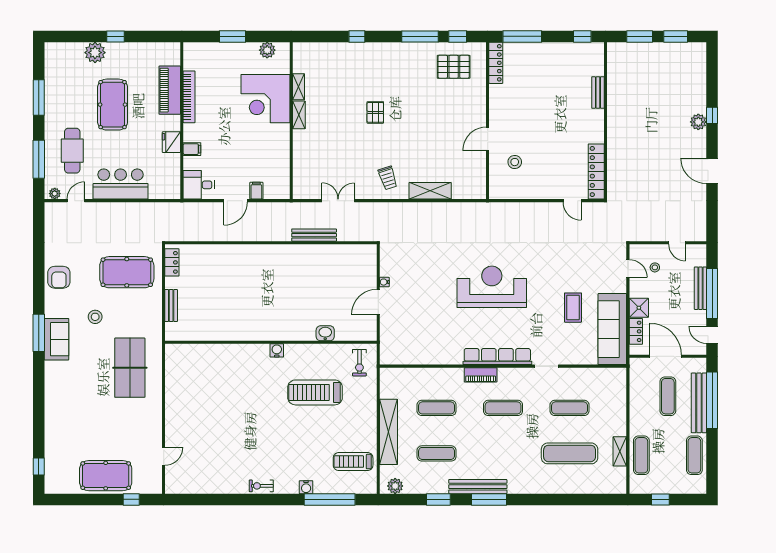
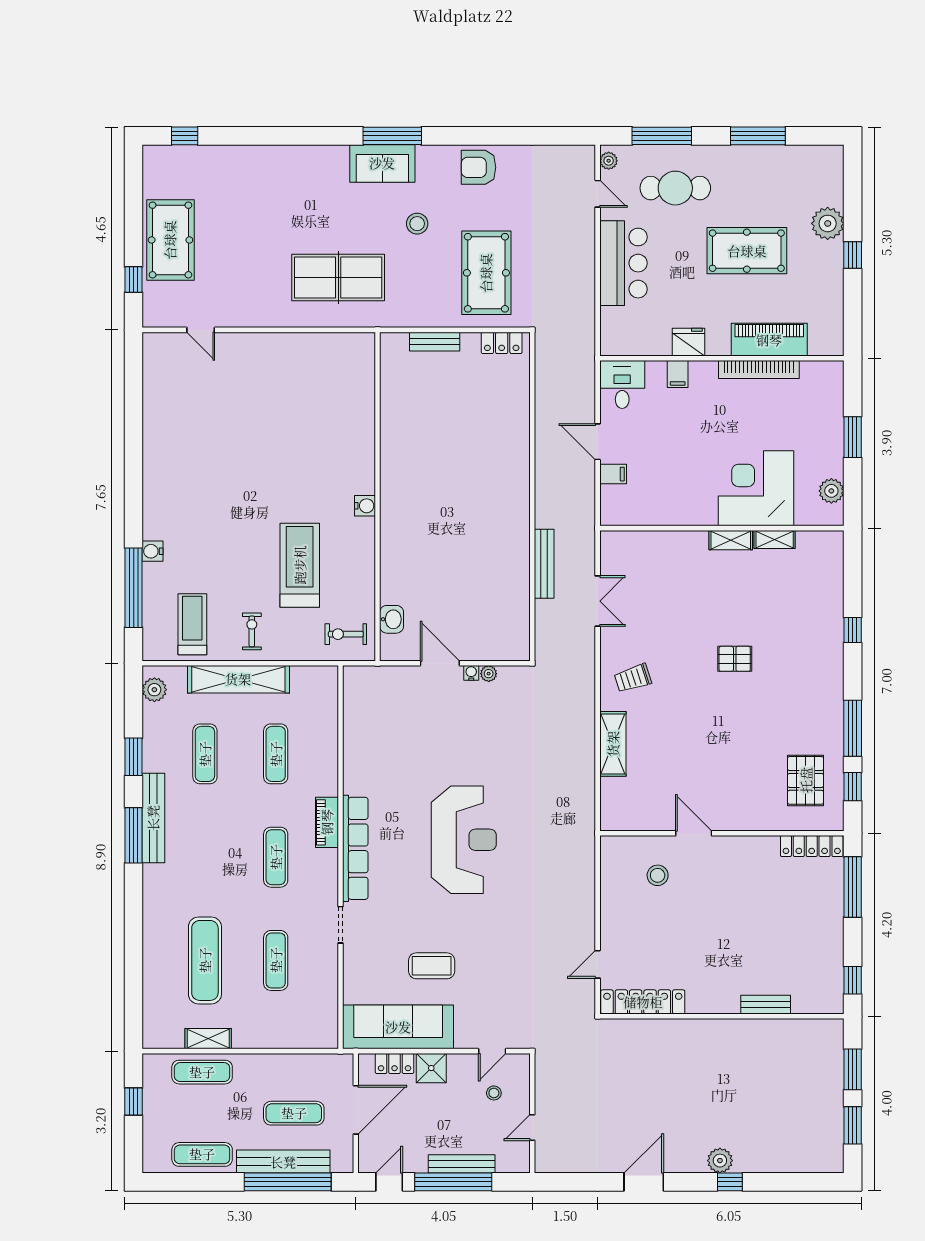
plant: (385, 271) -> (489, 674), added
washbasin: (325, 333) -> (392, 619), moved
exercise bike: (261, 486) -> (252, 631), moved

